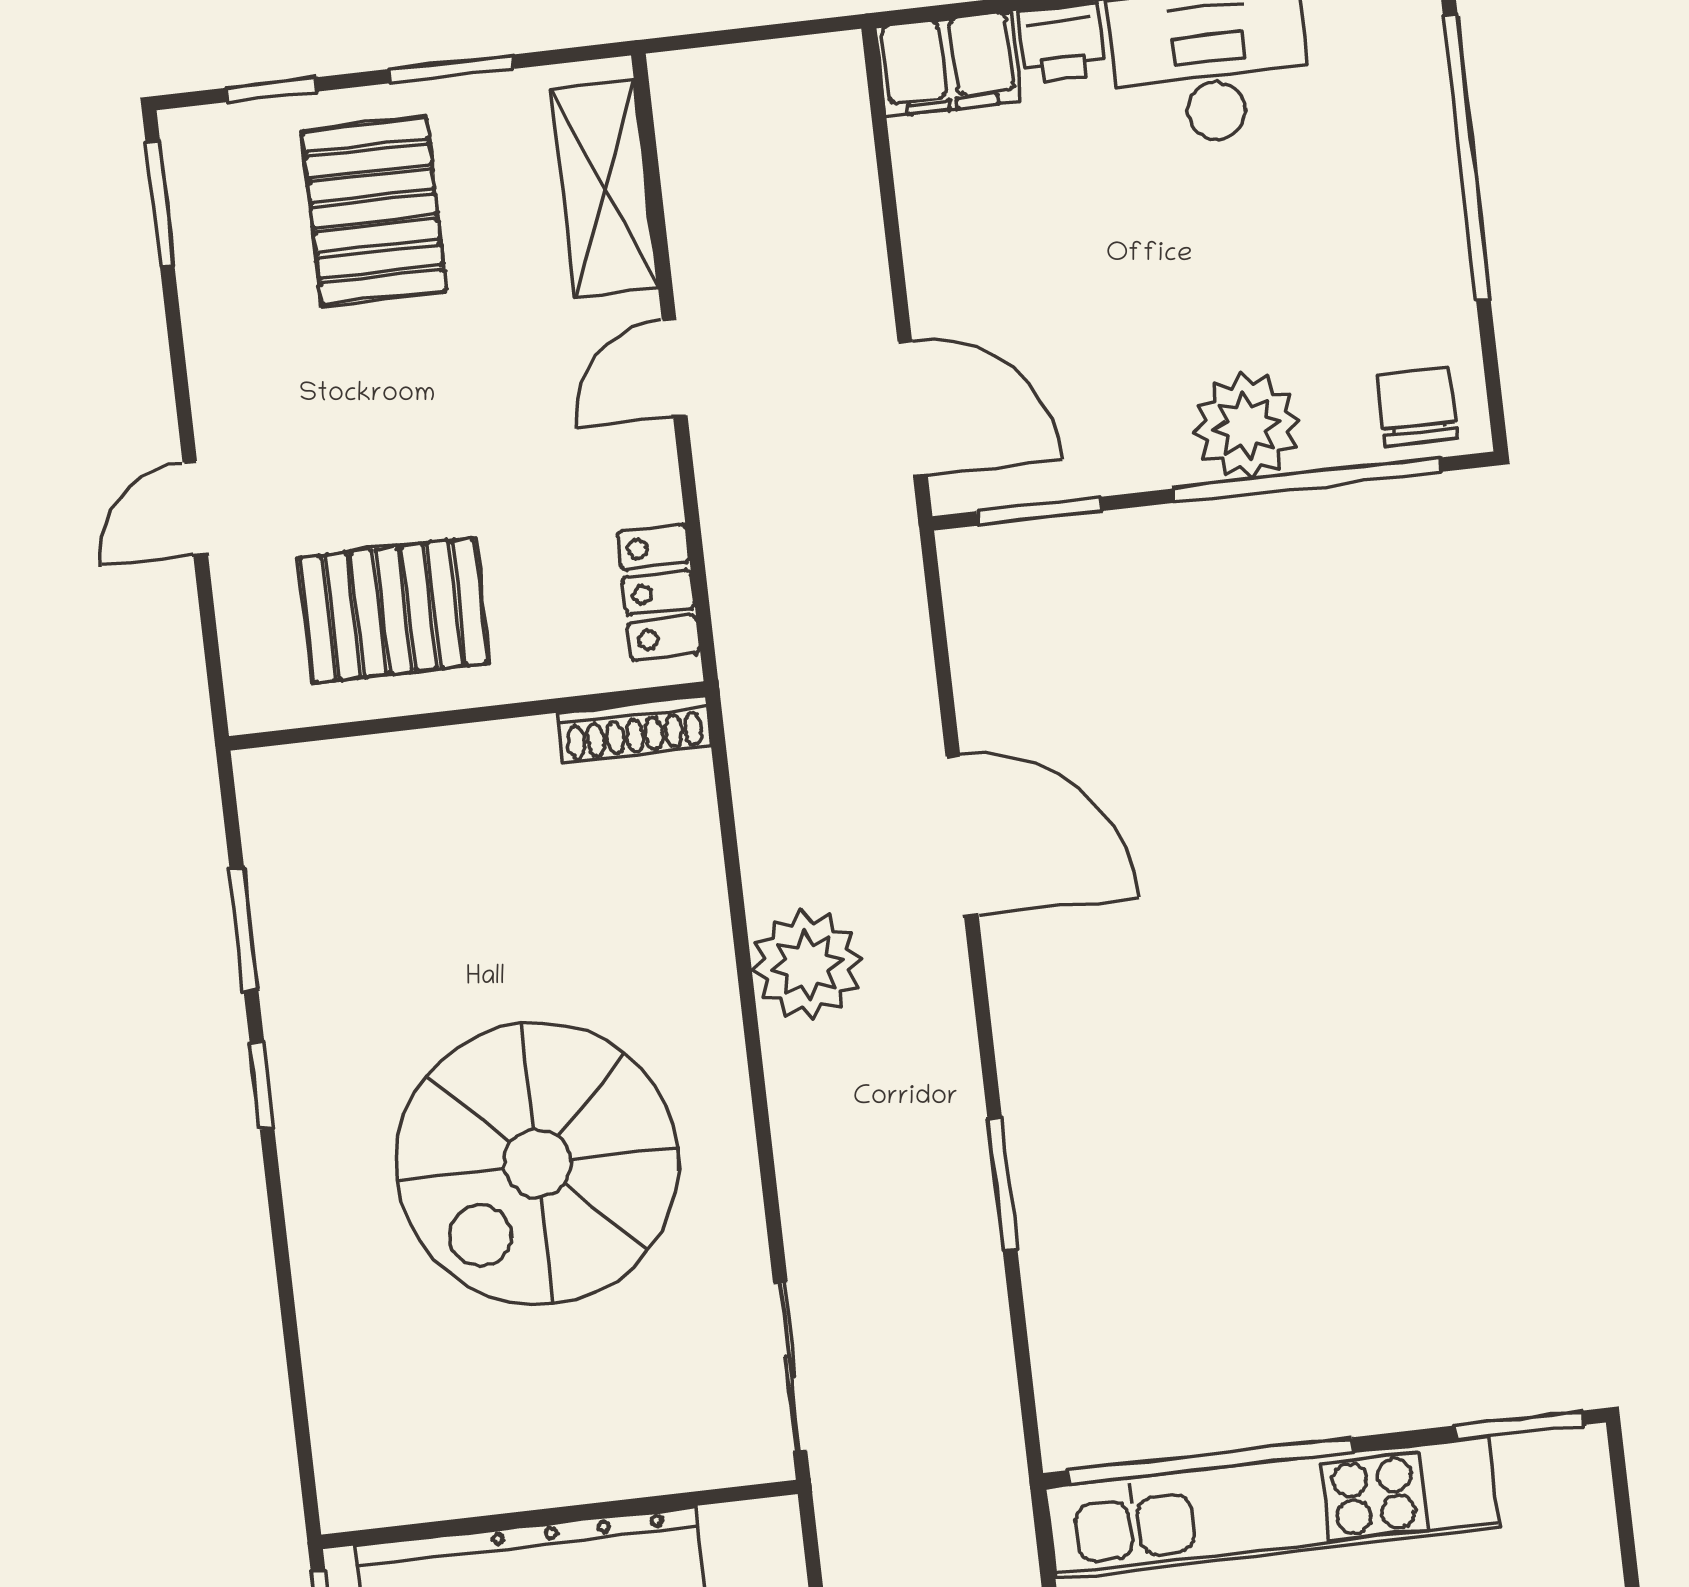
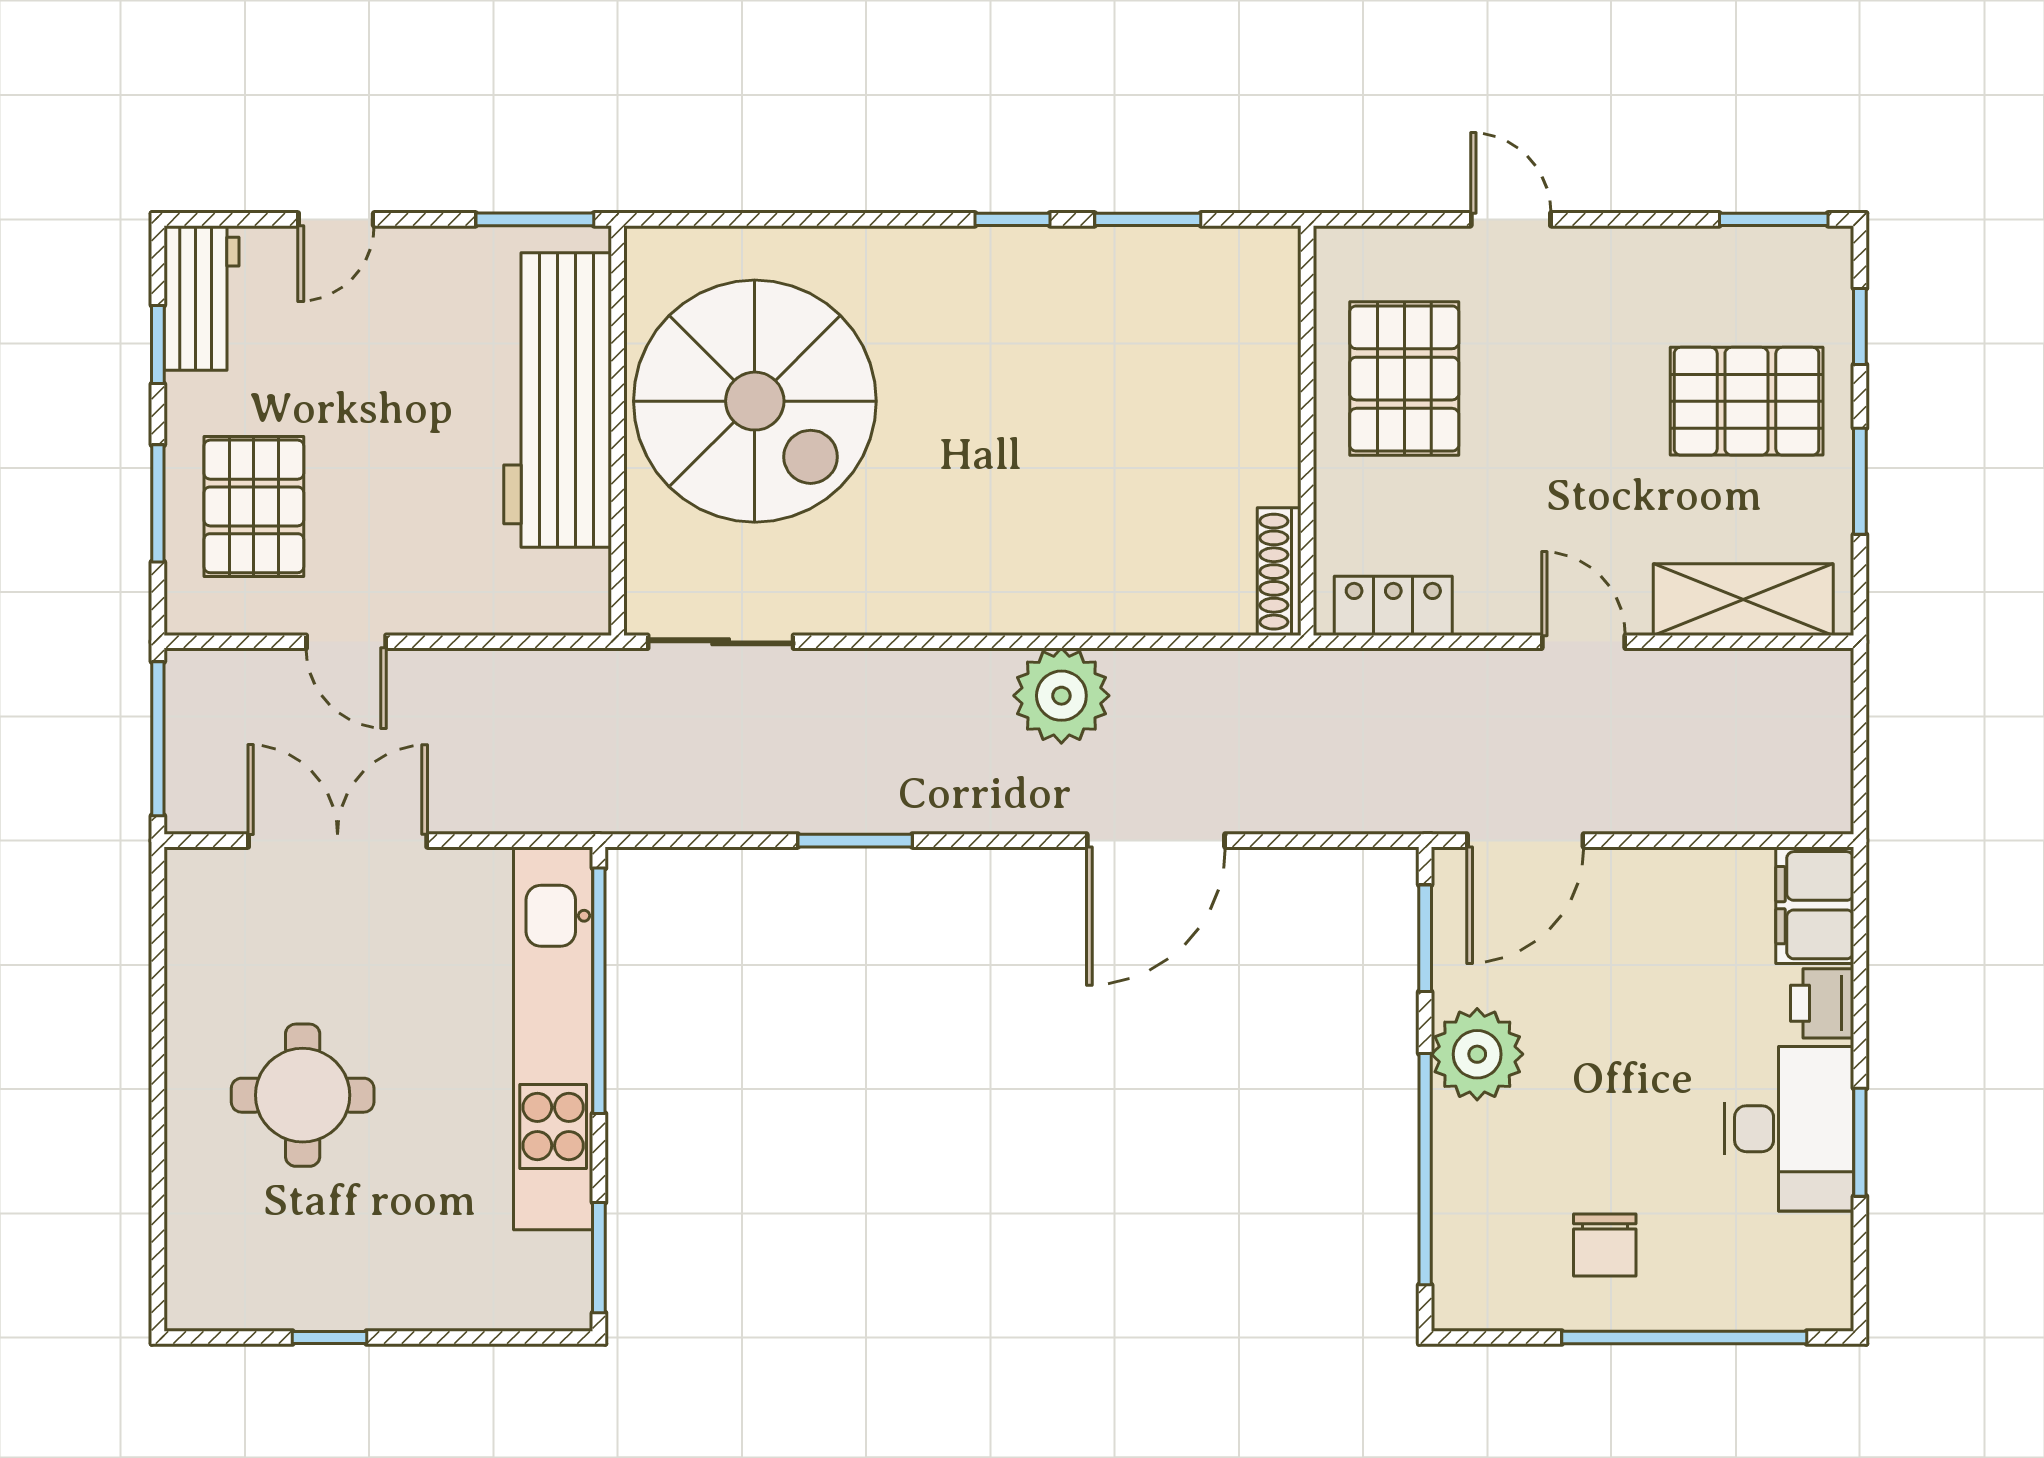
chair: (1417, 407) -> (1605, 1245), moved, turned 90
plant: (1246, 426) -> (1477, 1054), moved
spiral stairs: (538, 1163) -> (755, 401), moved, turned 180

